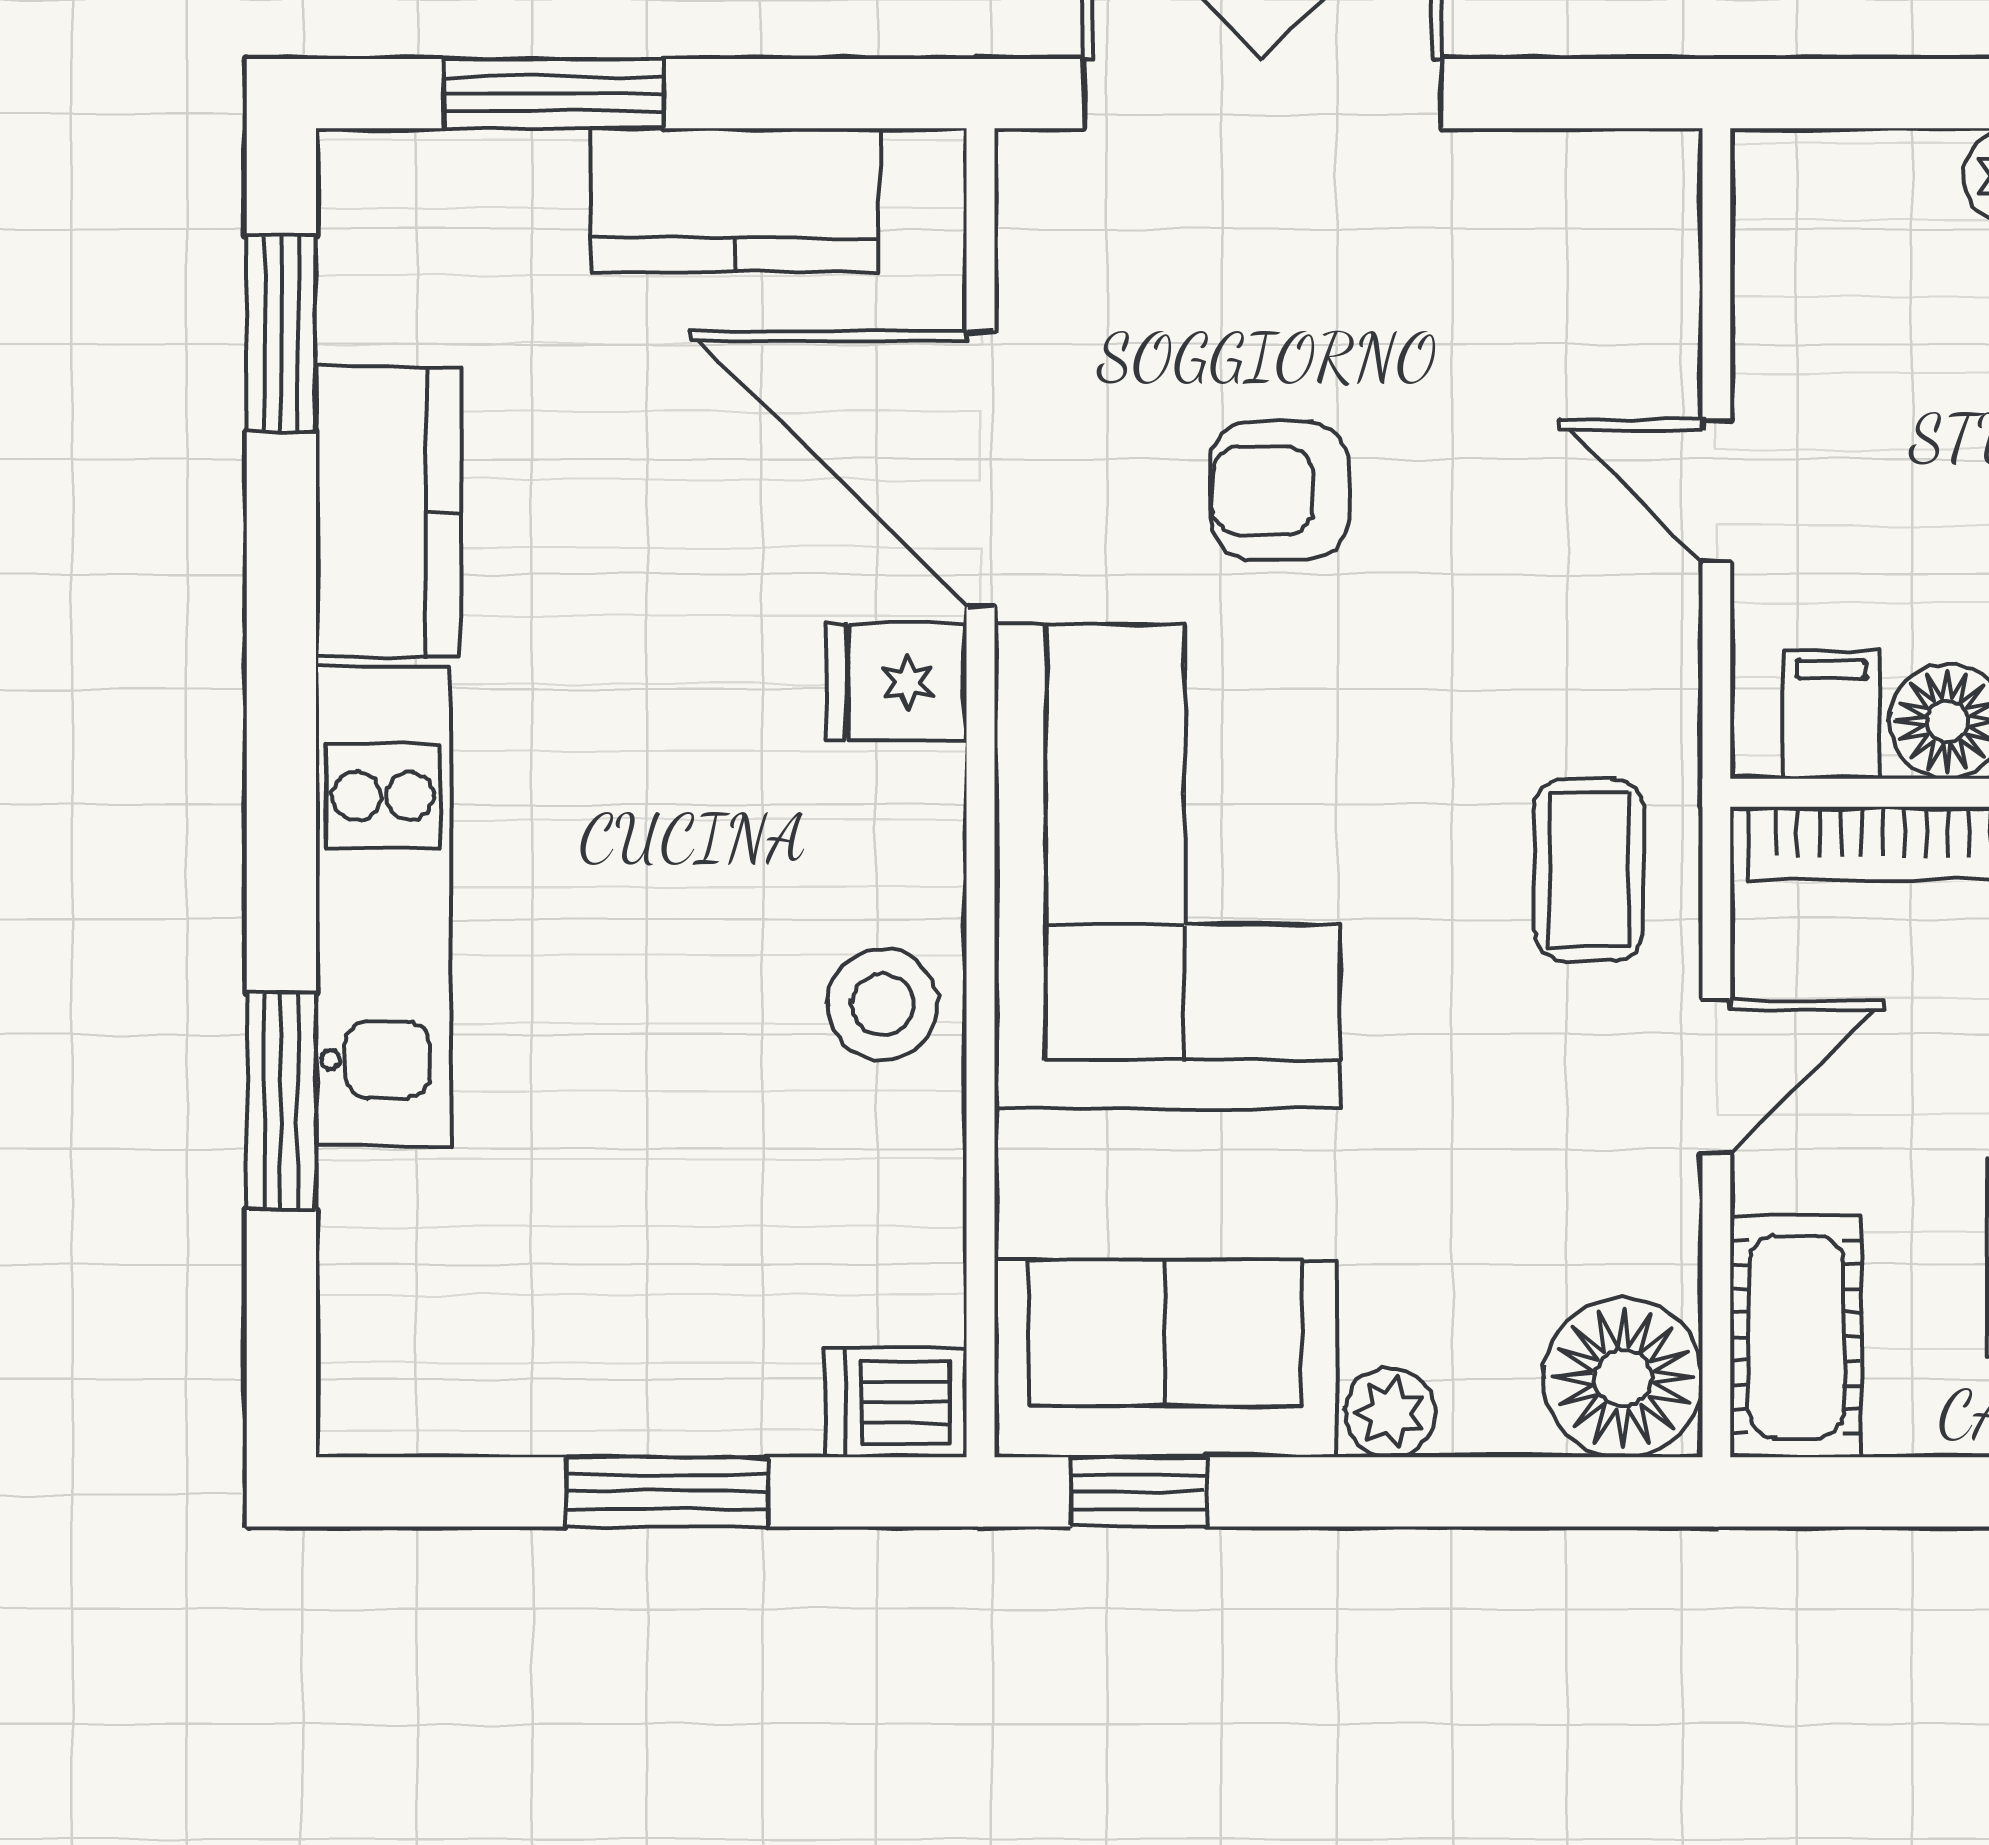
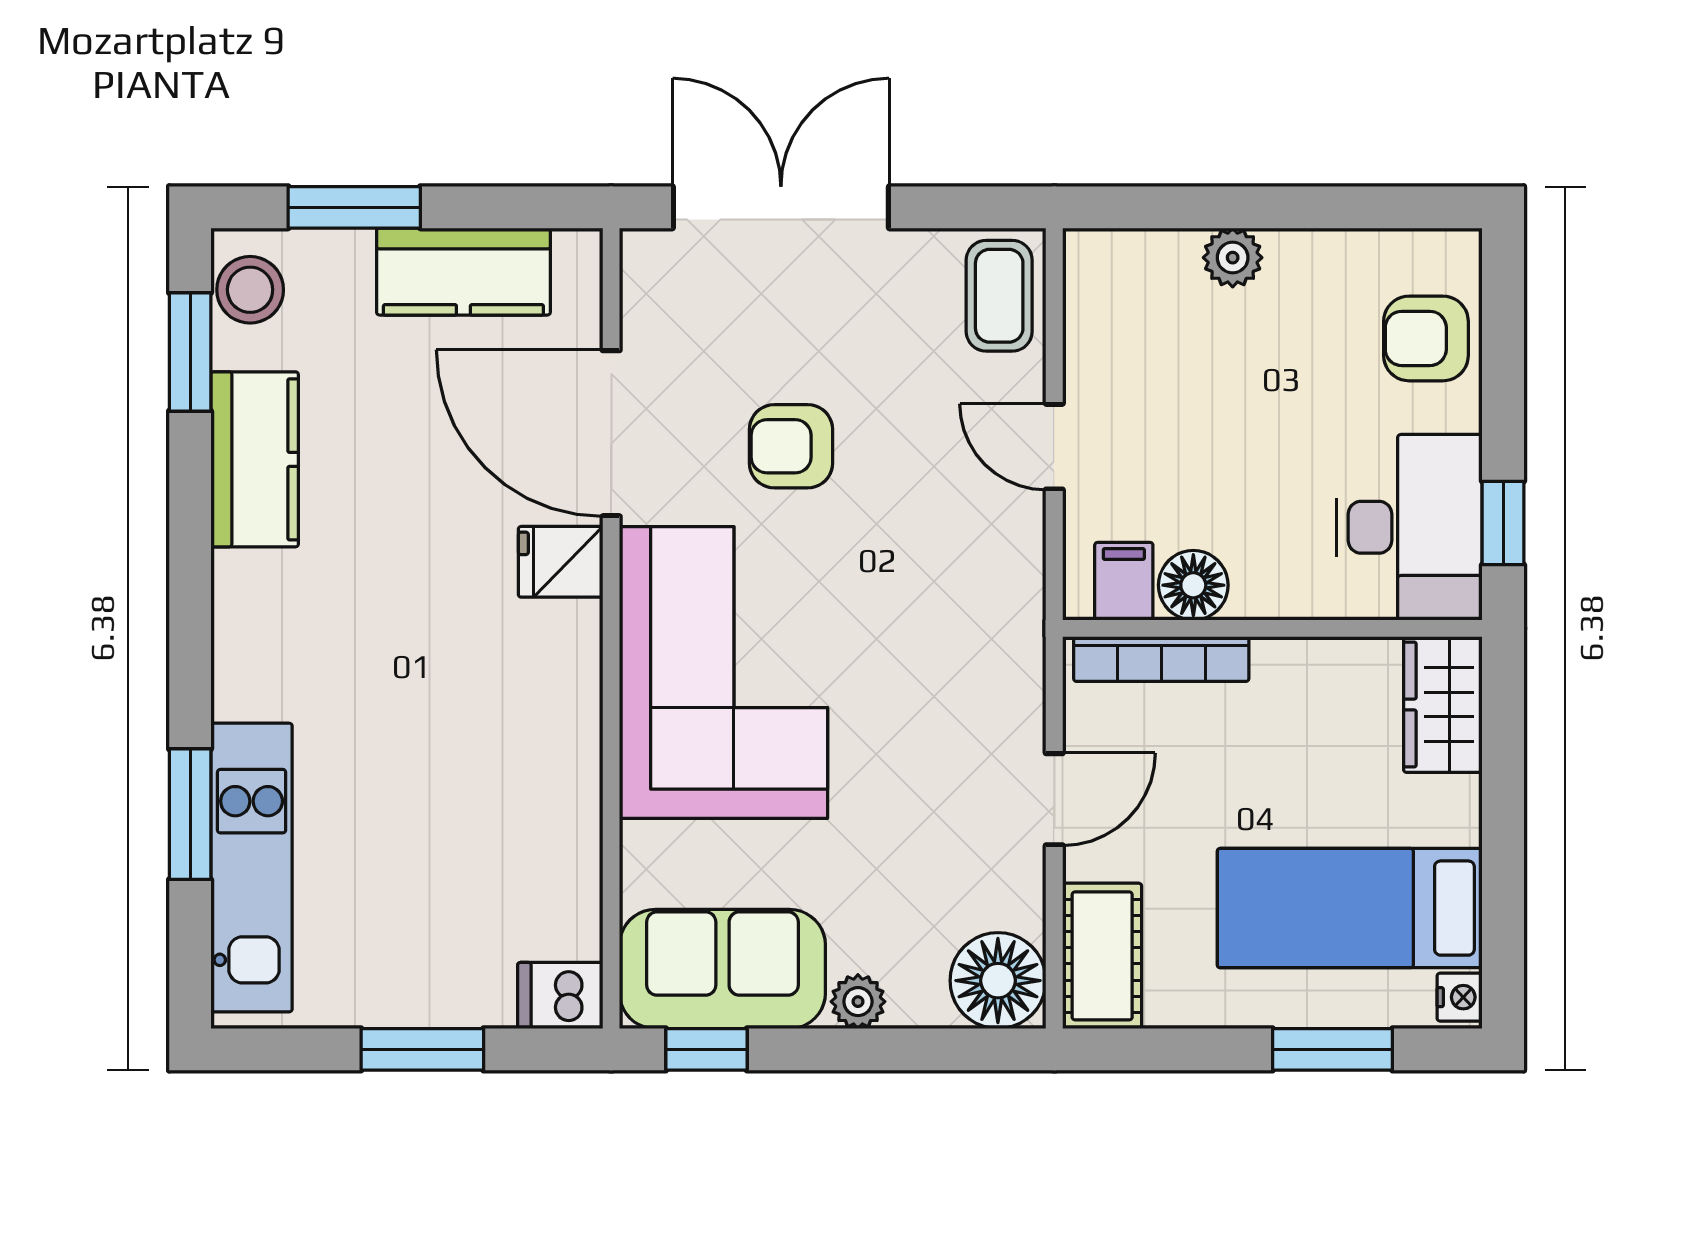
coffee table: (1589, 870) -> (999, 296), moved
kitchen unit: (383, 906) -> (252, 868), moved
stool: (883, 1005) -> (250, 290), moved

